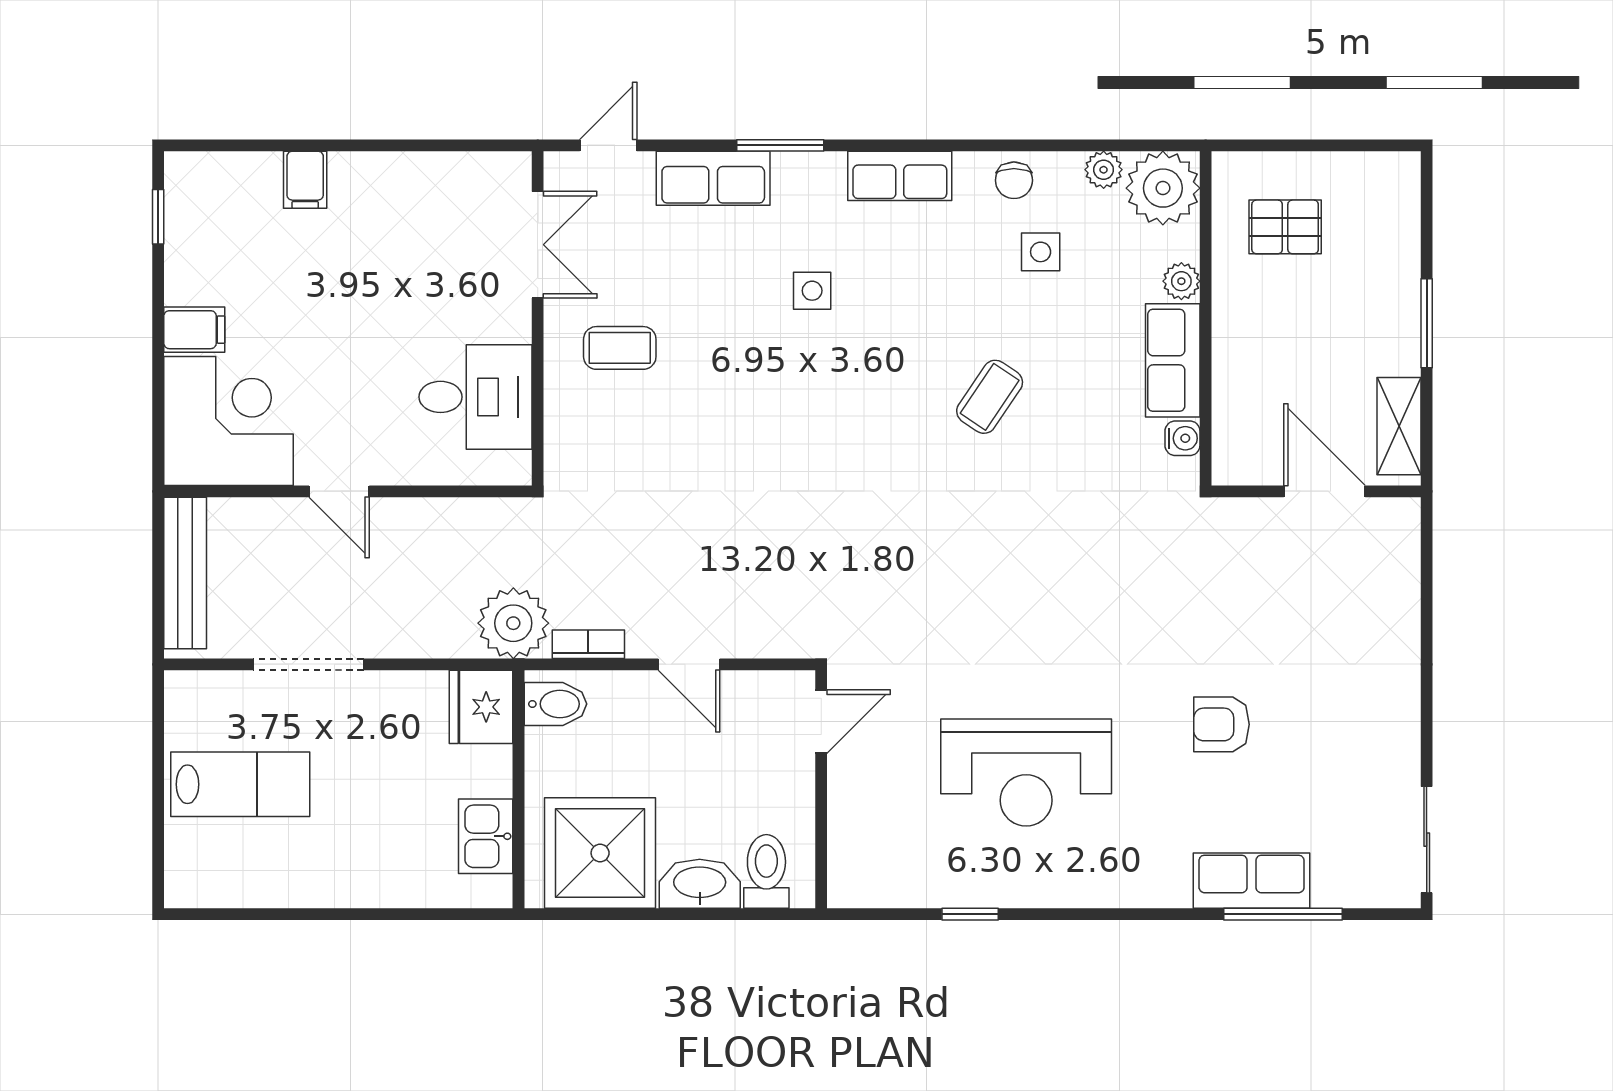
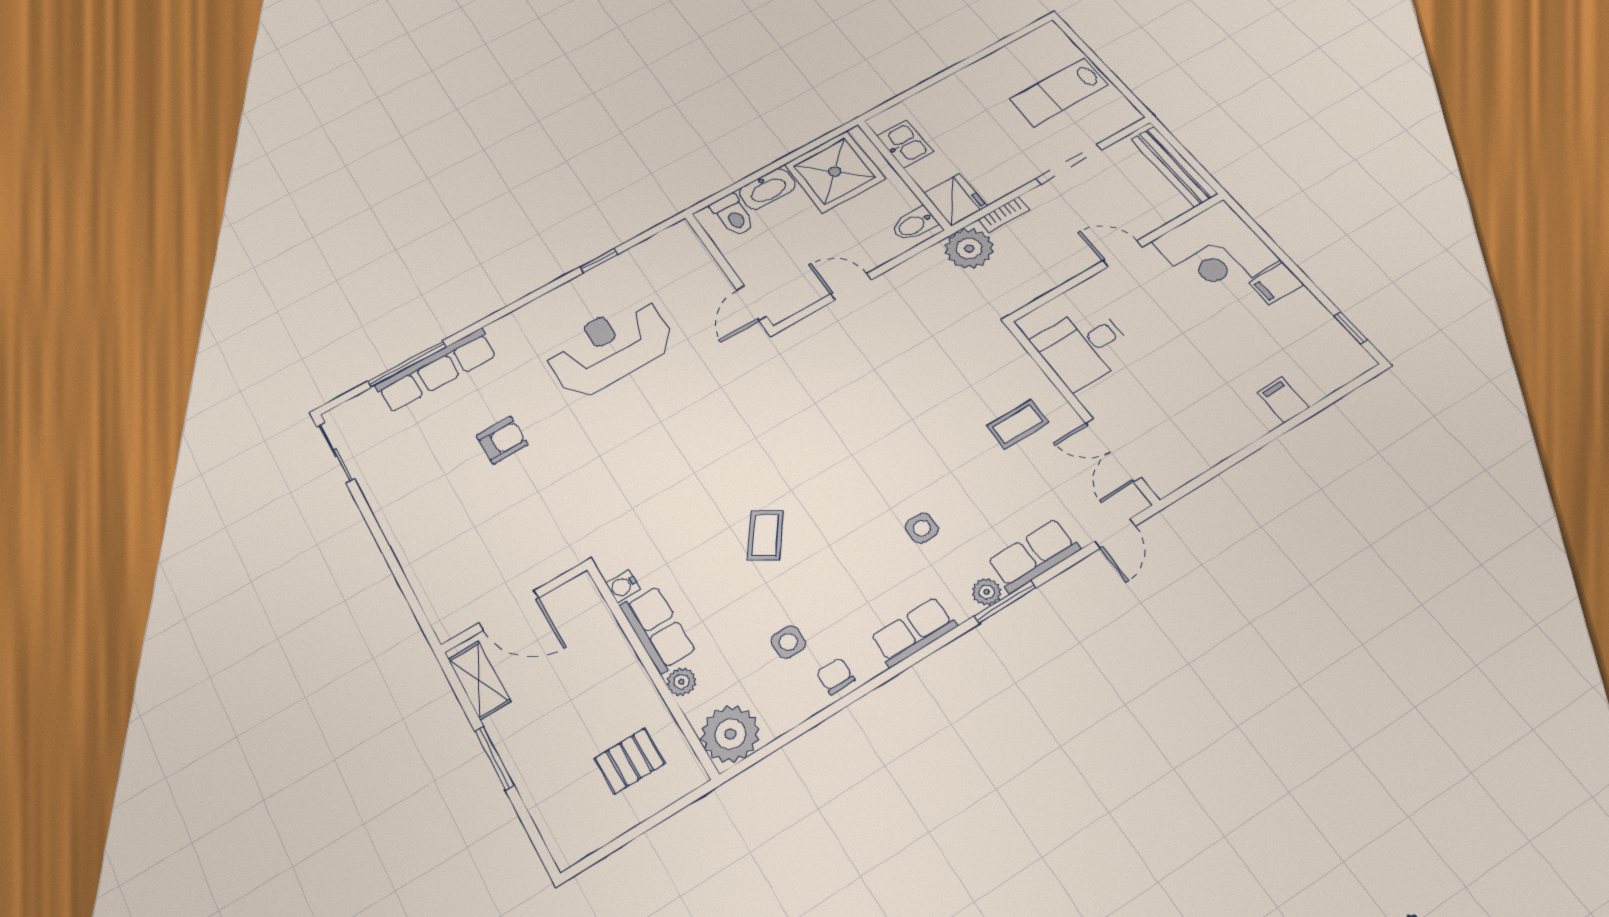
plant: (1104, 170) -> (987, 592), moved
bookcase: (588, 644) -> (1004, 214), moved
row of seats: (1252, 881) -> (436, 370), width x1.48

